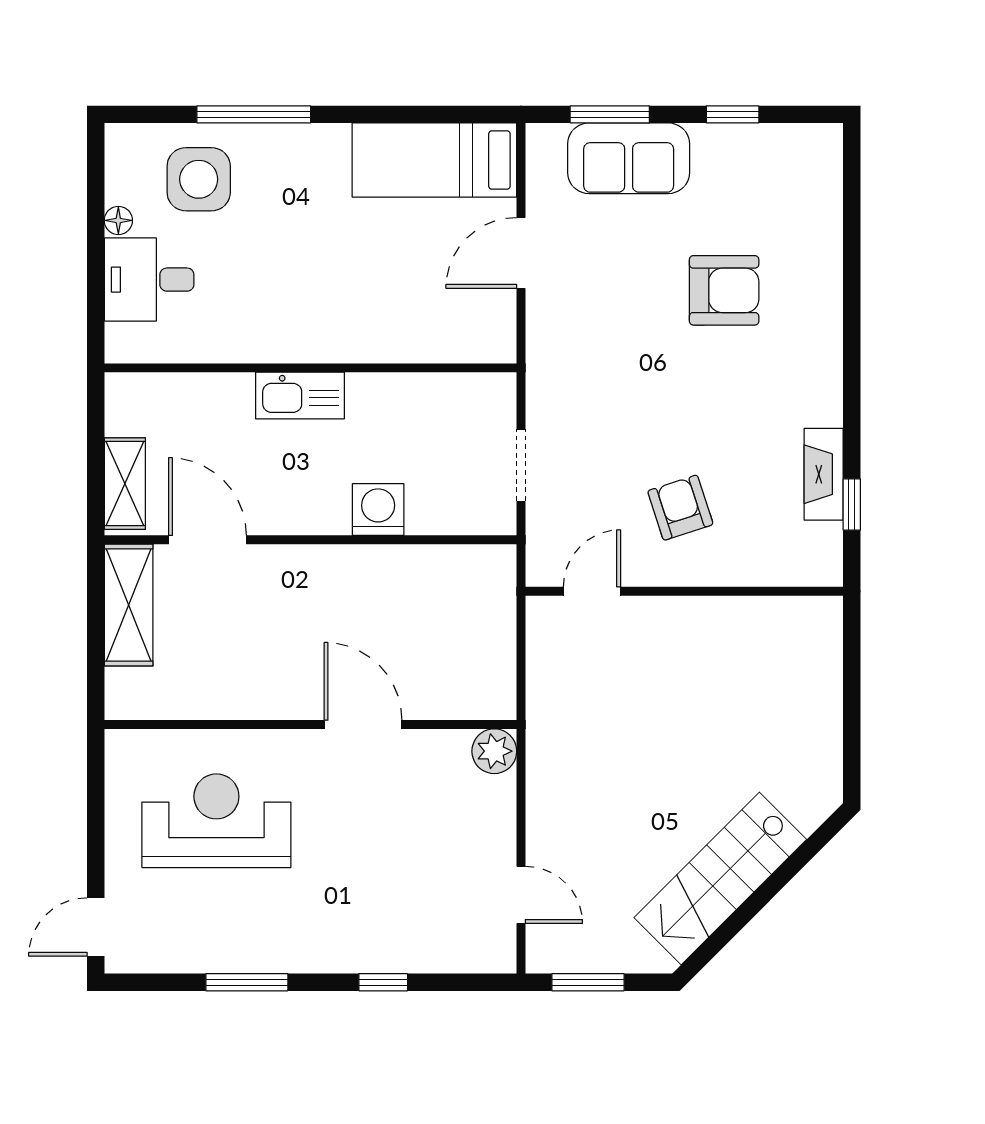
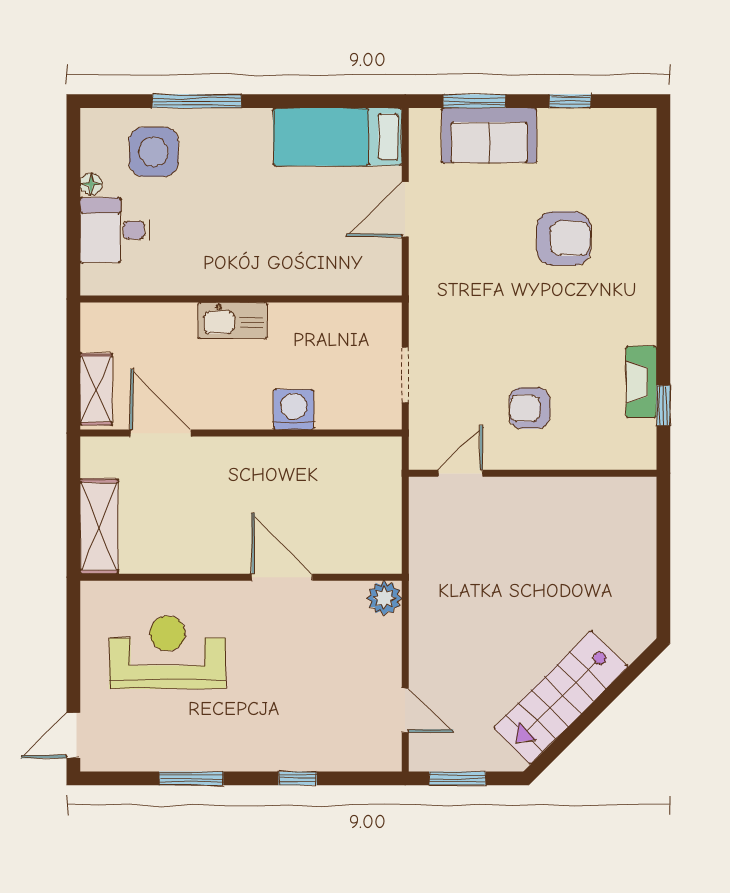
armchair: (680, 508) -> (530, 408), turned -72
shelving: (129, 605) -> (99, 526), moved

